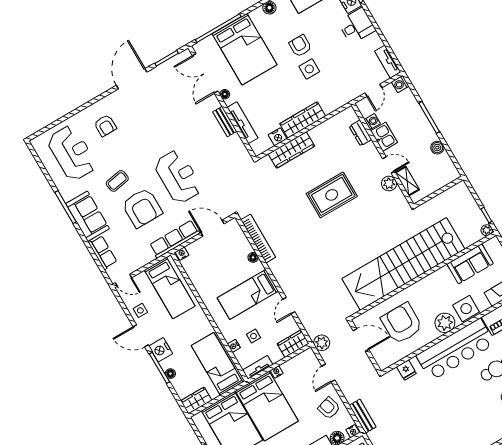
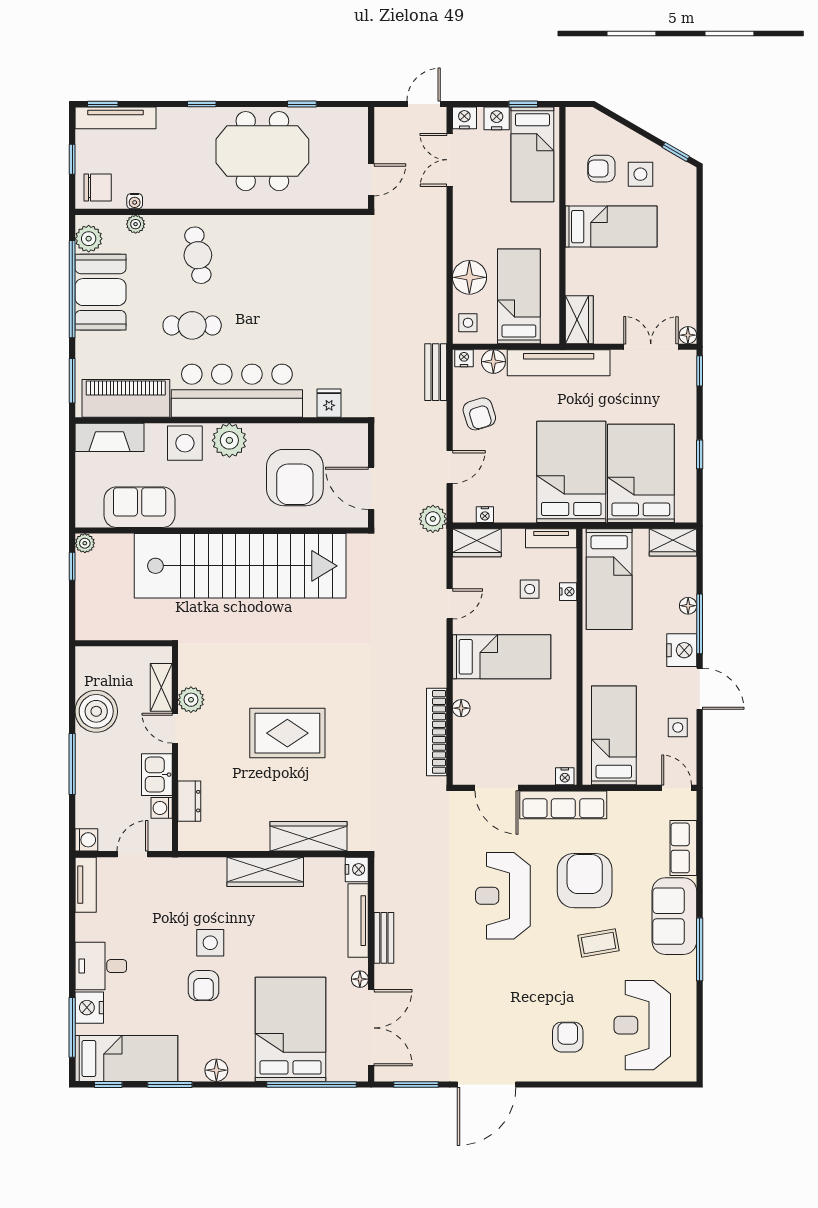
nightstand: (278, 137) -> (357, 869), moved, turned 90
boiler: (437, 148) -> (96, 711), width x1.86, depth x1.86
nightstand: (277, 372) -> (485, 515), moved

